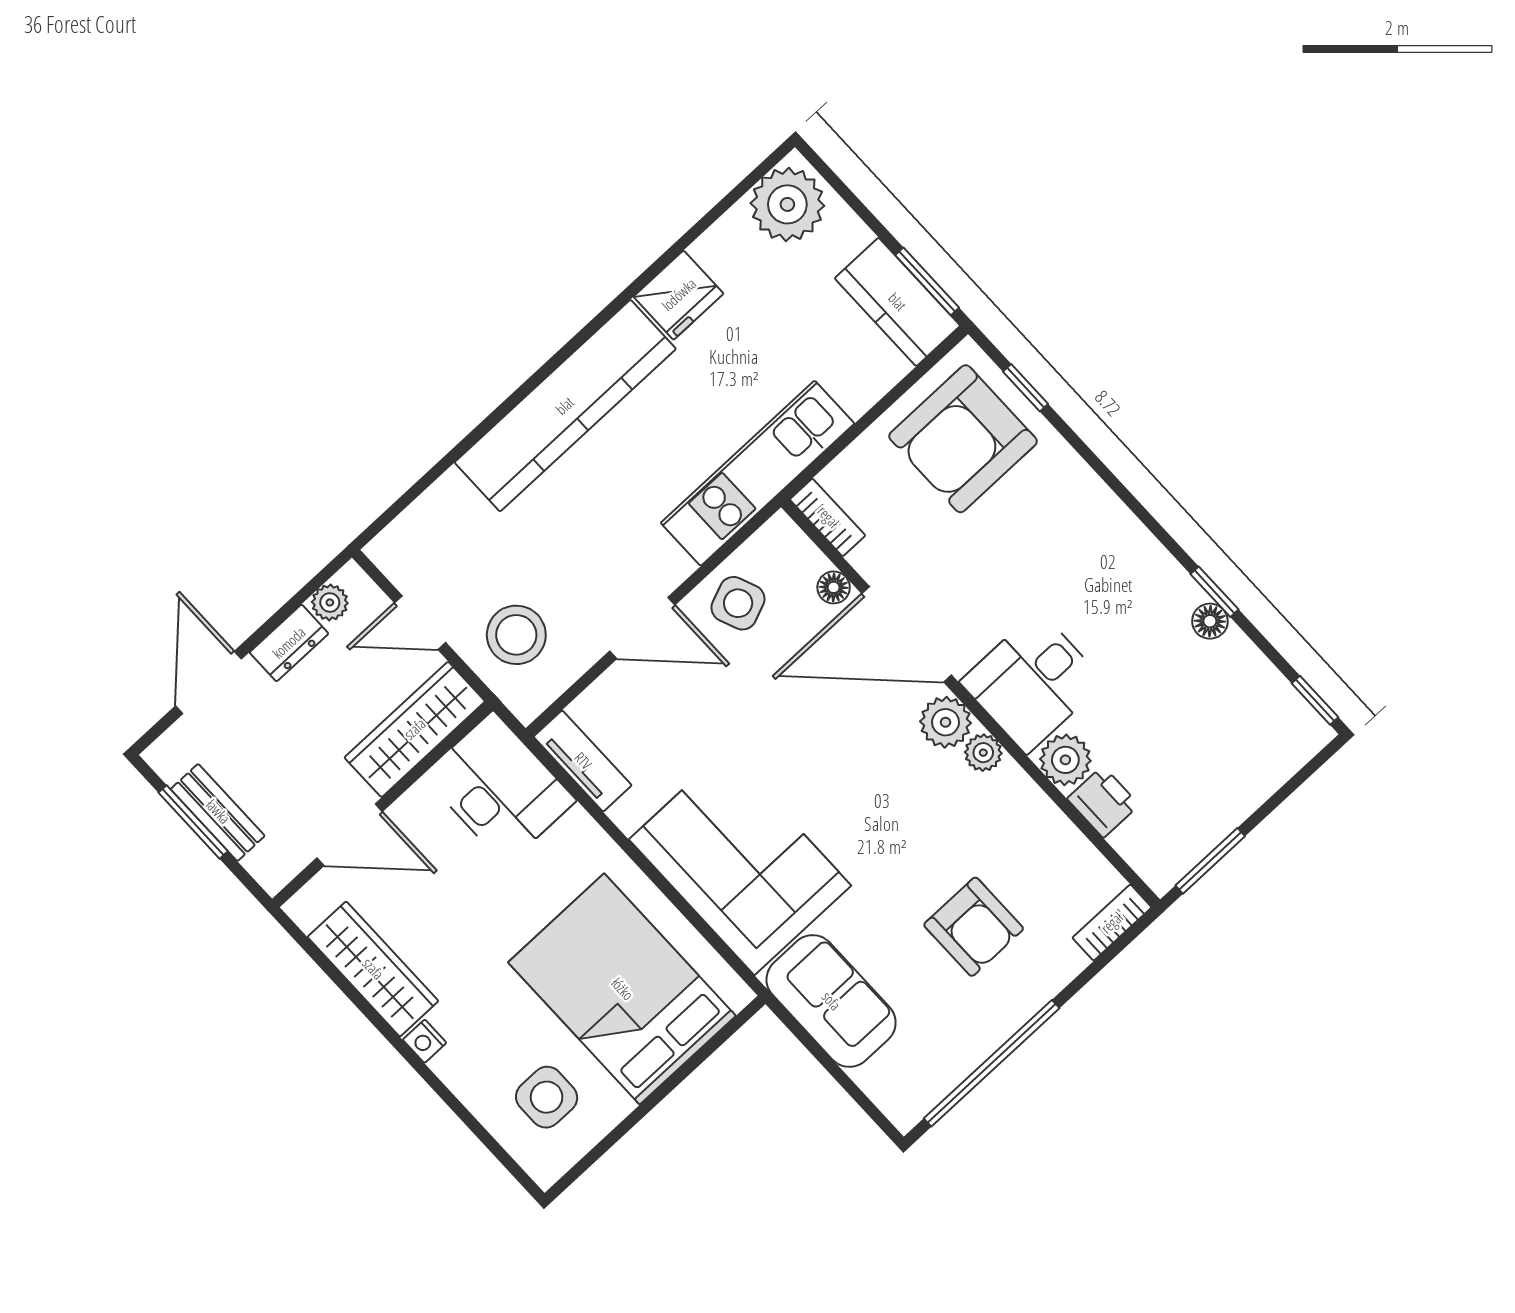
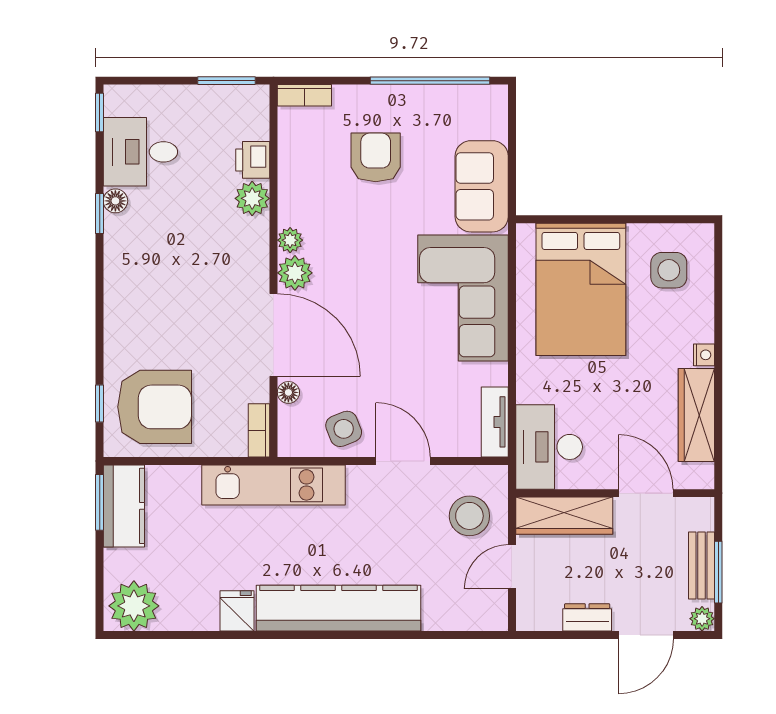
fridge: (679, 295) -> (237, 611), width x0.72
plant: (330, 602) -> (702, 619), moved
door: (420, 623) -> (512, 567), swing flipped
desk: (1032, 682) -> (140, 152), moved, turned 180

